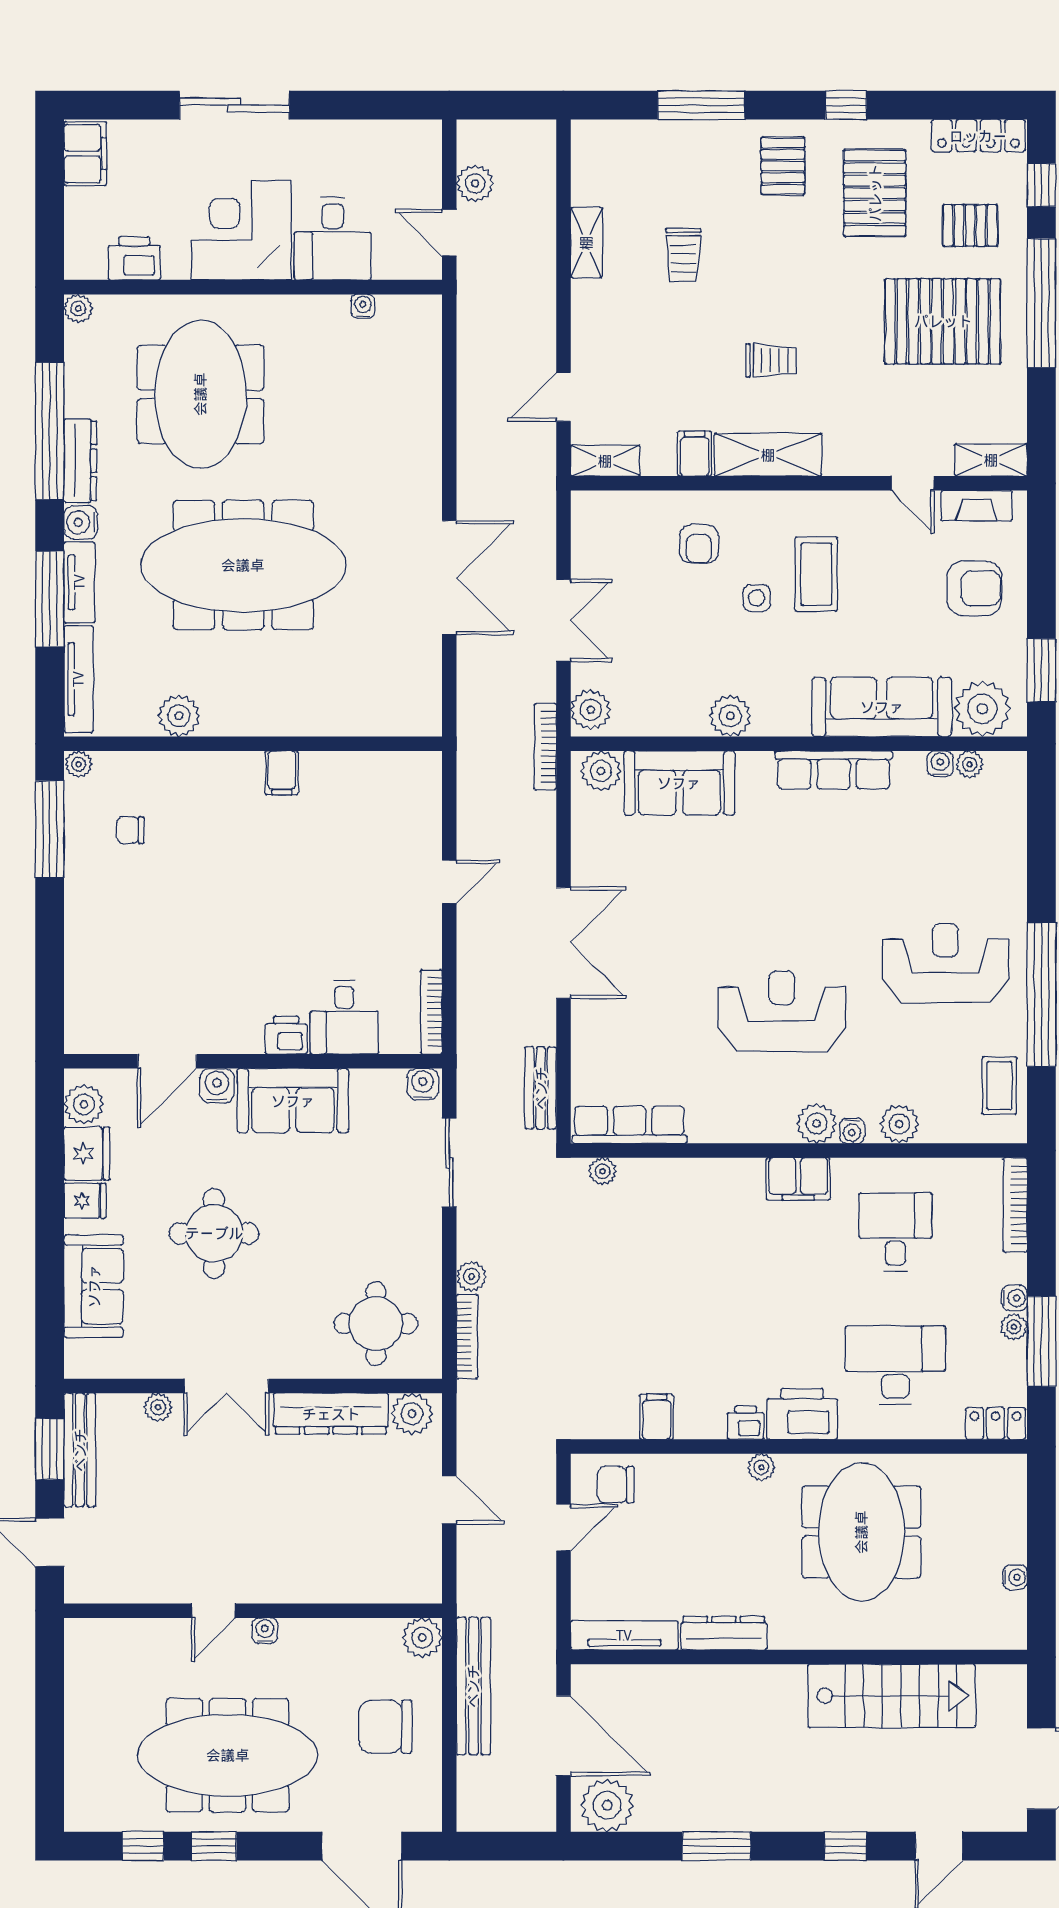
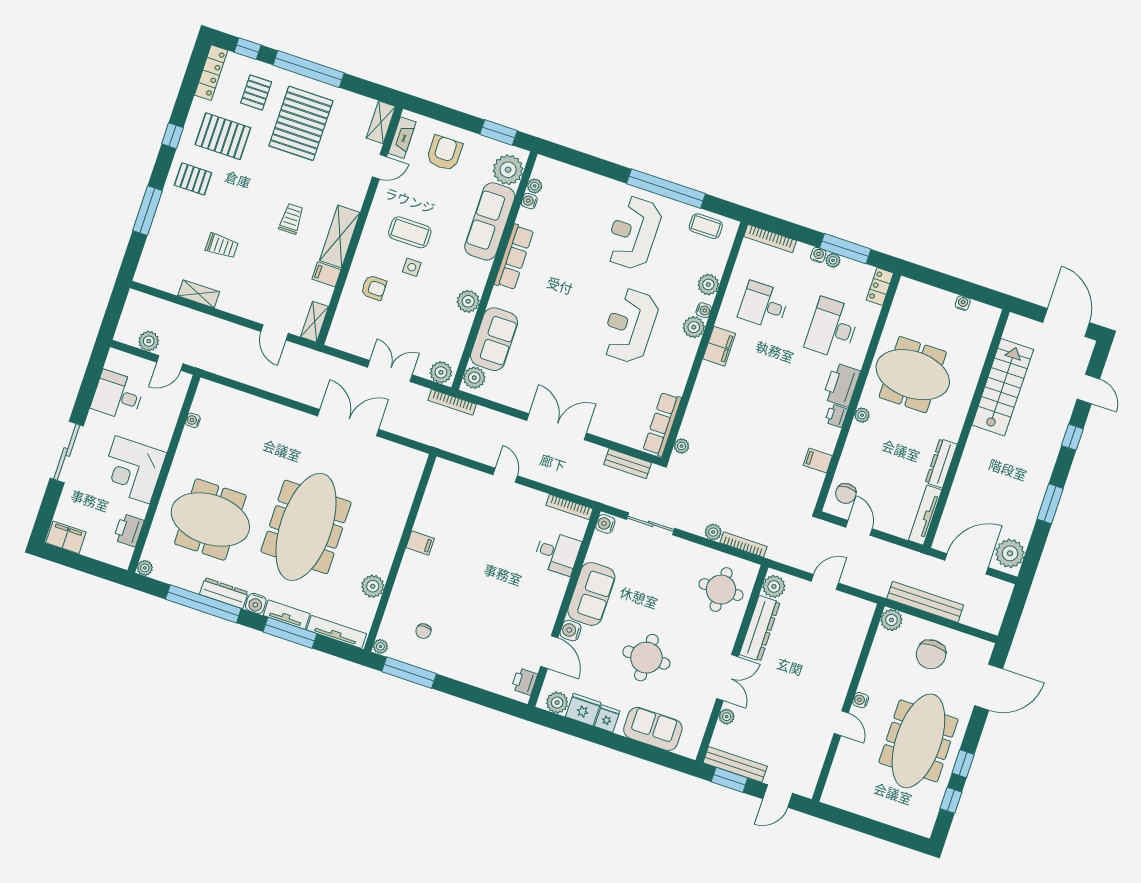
desk: (333, 239) -> (118, 396), moved, turned 180
printer: (286, 1035) -> (524, 682), moved

